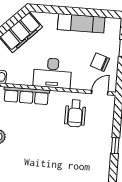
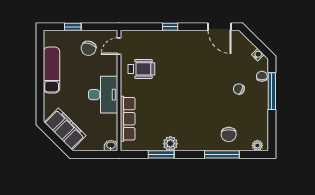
door: (100, 93) -> (119, 46), hinge flipped

